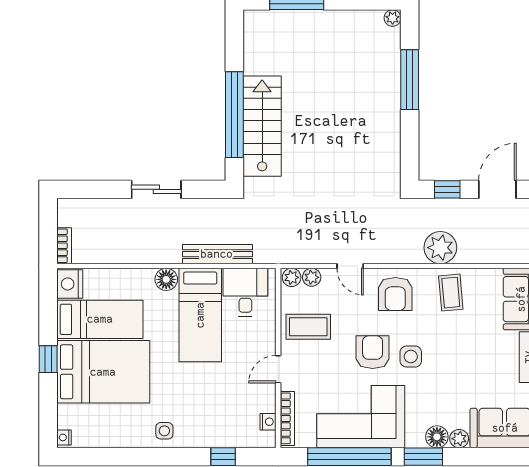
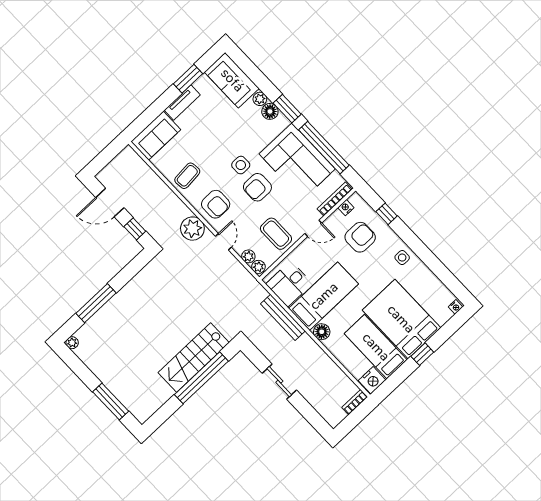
plant: (440, 248) -> (192, 229), moved
armchair: (395, 294) -> (216, 204), turned 90
armchair: (225, 408) -> (360, 237), added

